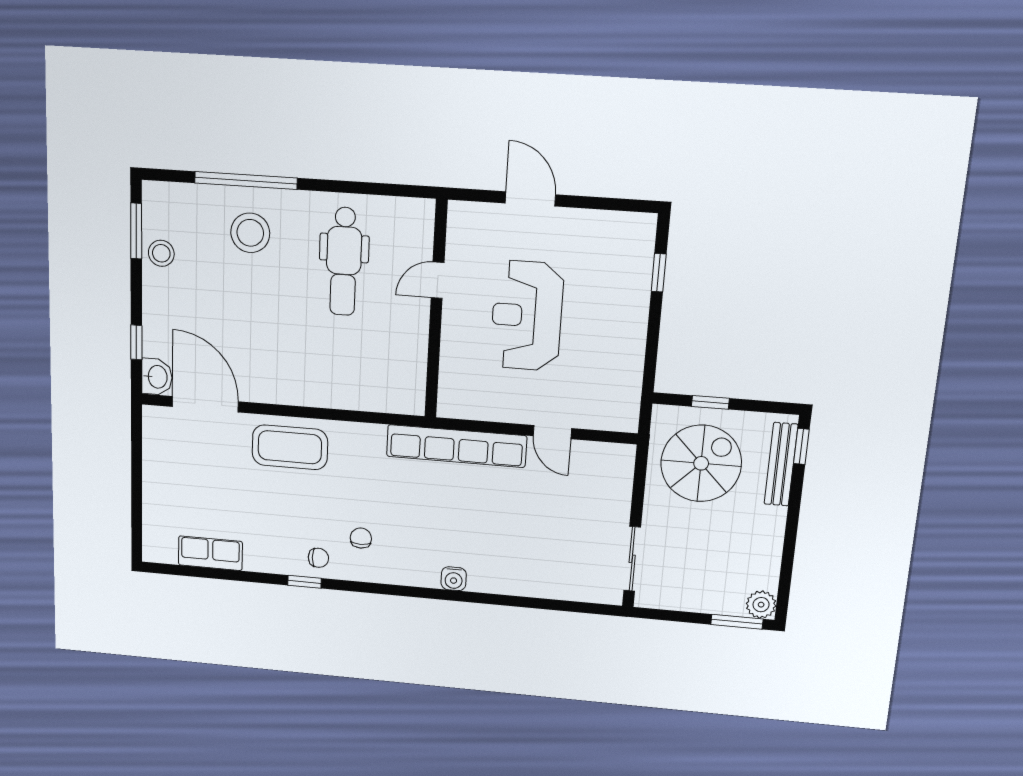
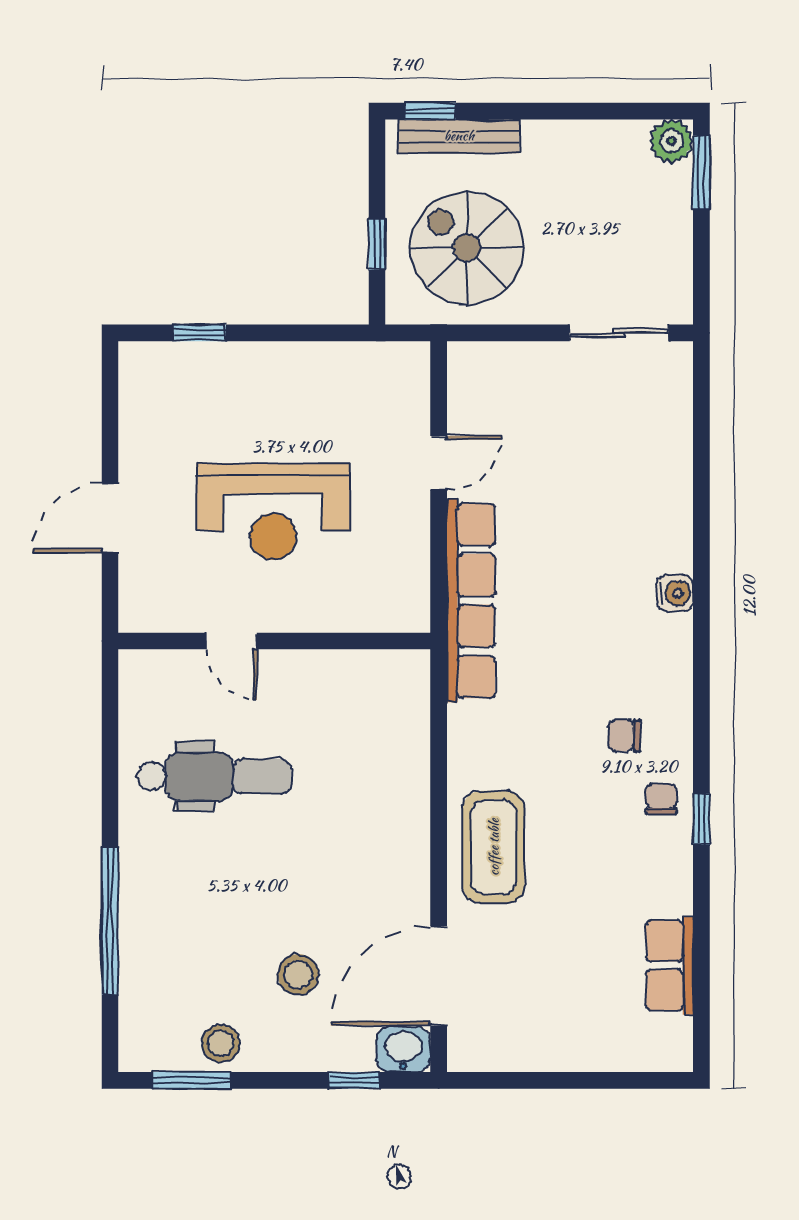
stool: (250, 233) -> (298, 975), moved, width x0.73, depth x0.73

